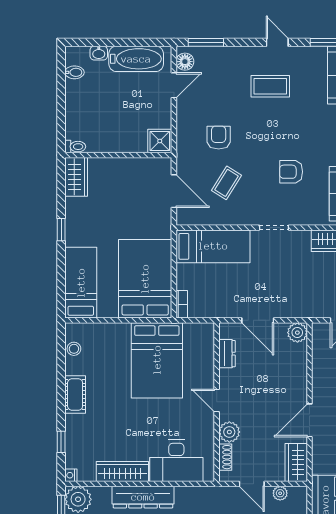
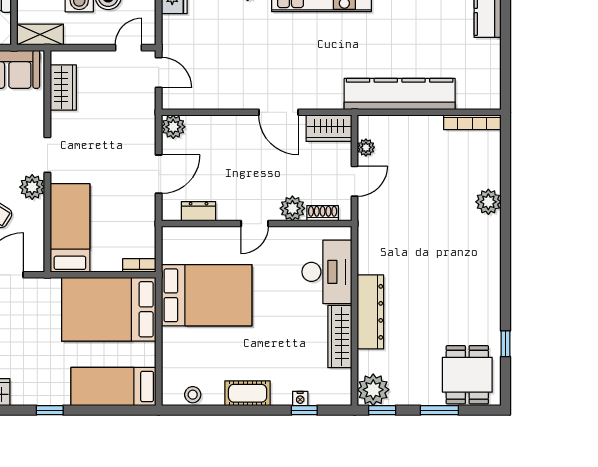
plant: (247, 215) -> (32, 187), added
nightstand: (71, 475) -> (300, 398), moved

